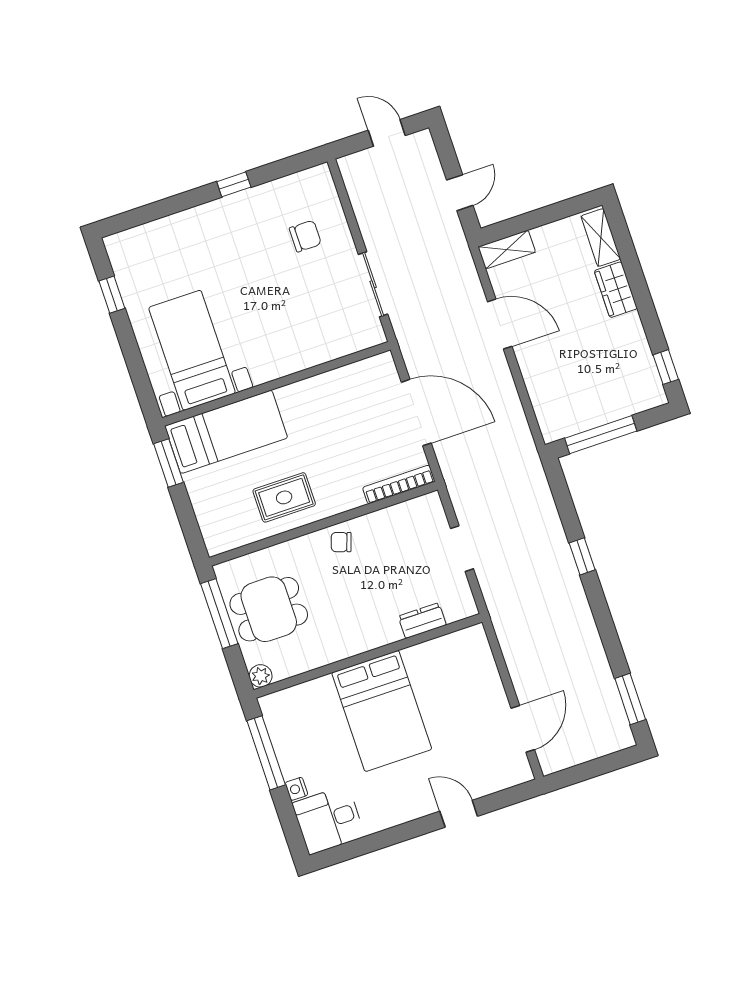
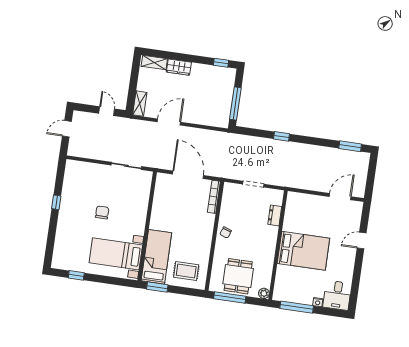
chair: (305, 236) -> (102, 212), moved
door: (416, 413) -> (188, 175), hinge flipped
rug: (284, 497) -> (186, 271), moved, turned 90
door: (523, 729) -> (340, 197), hinge flipped

